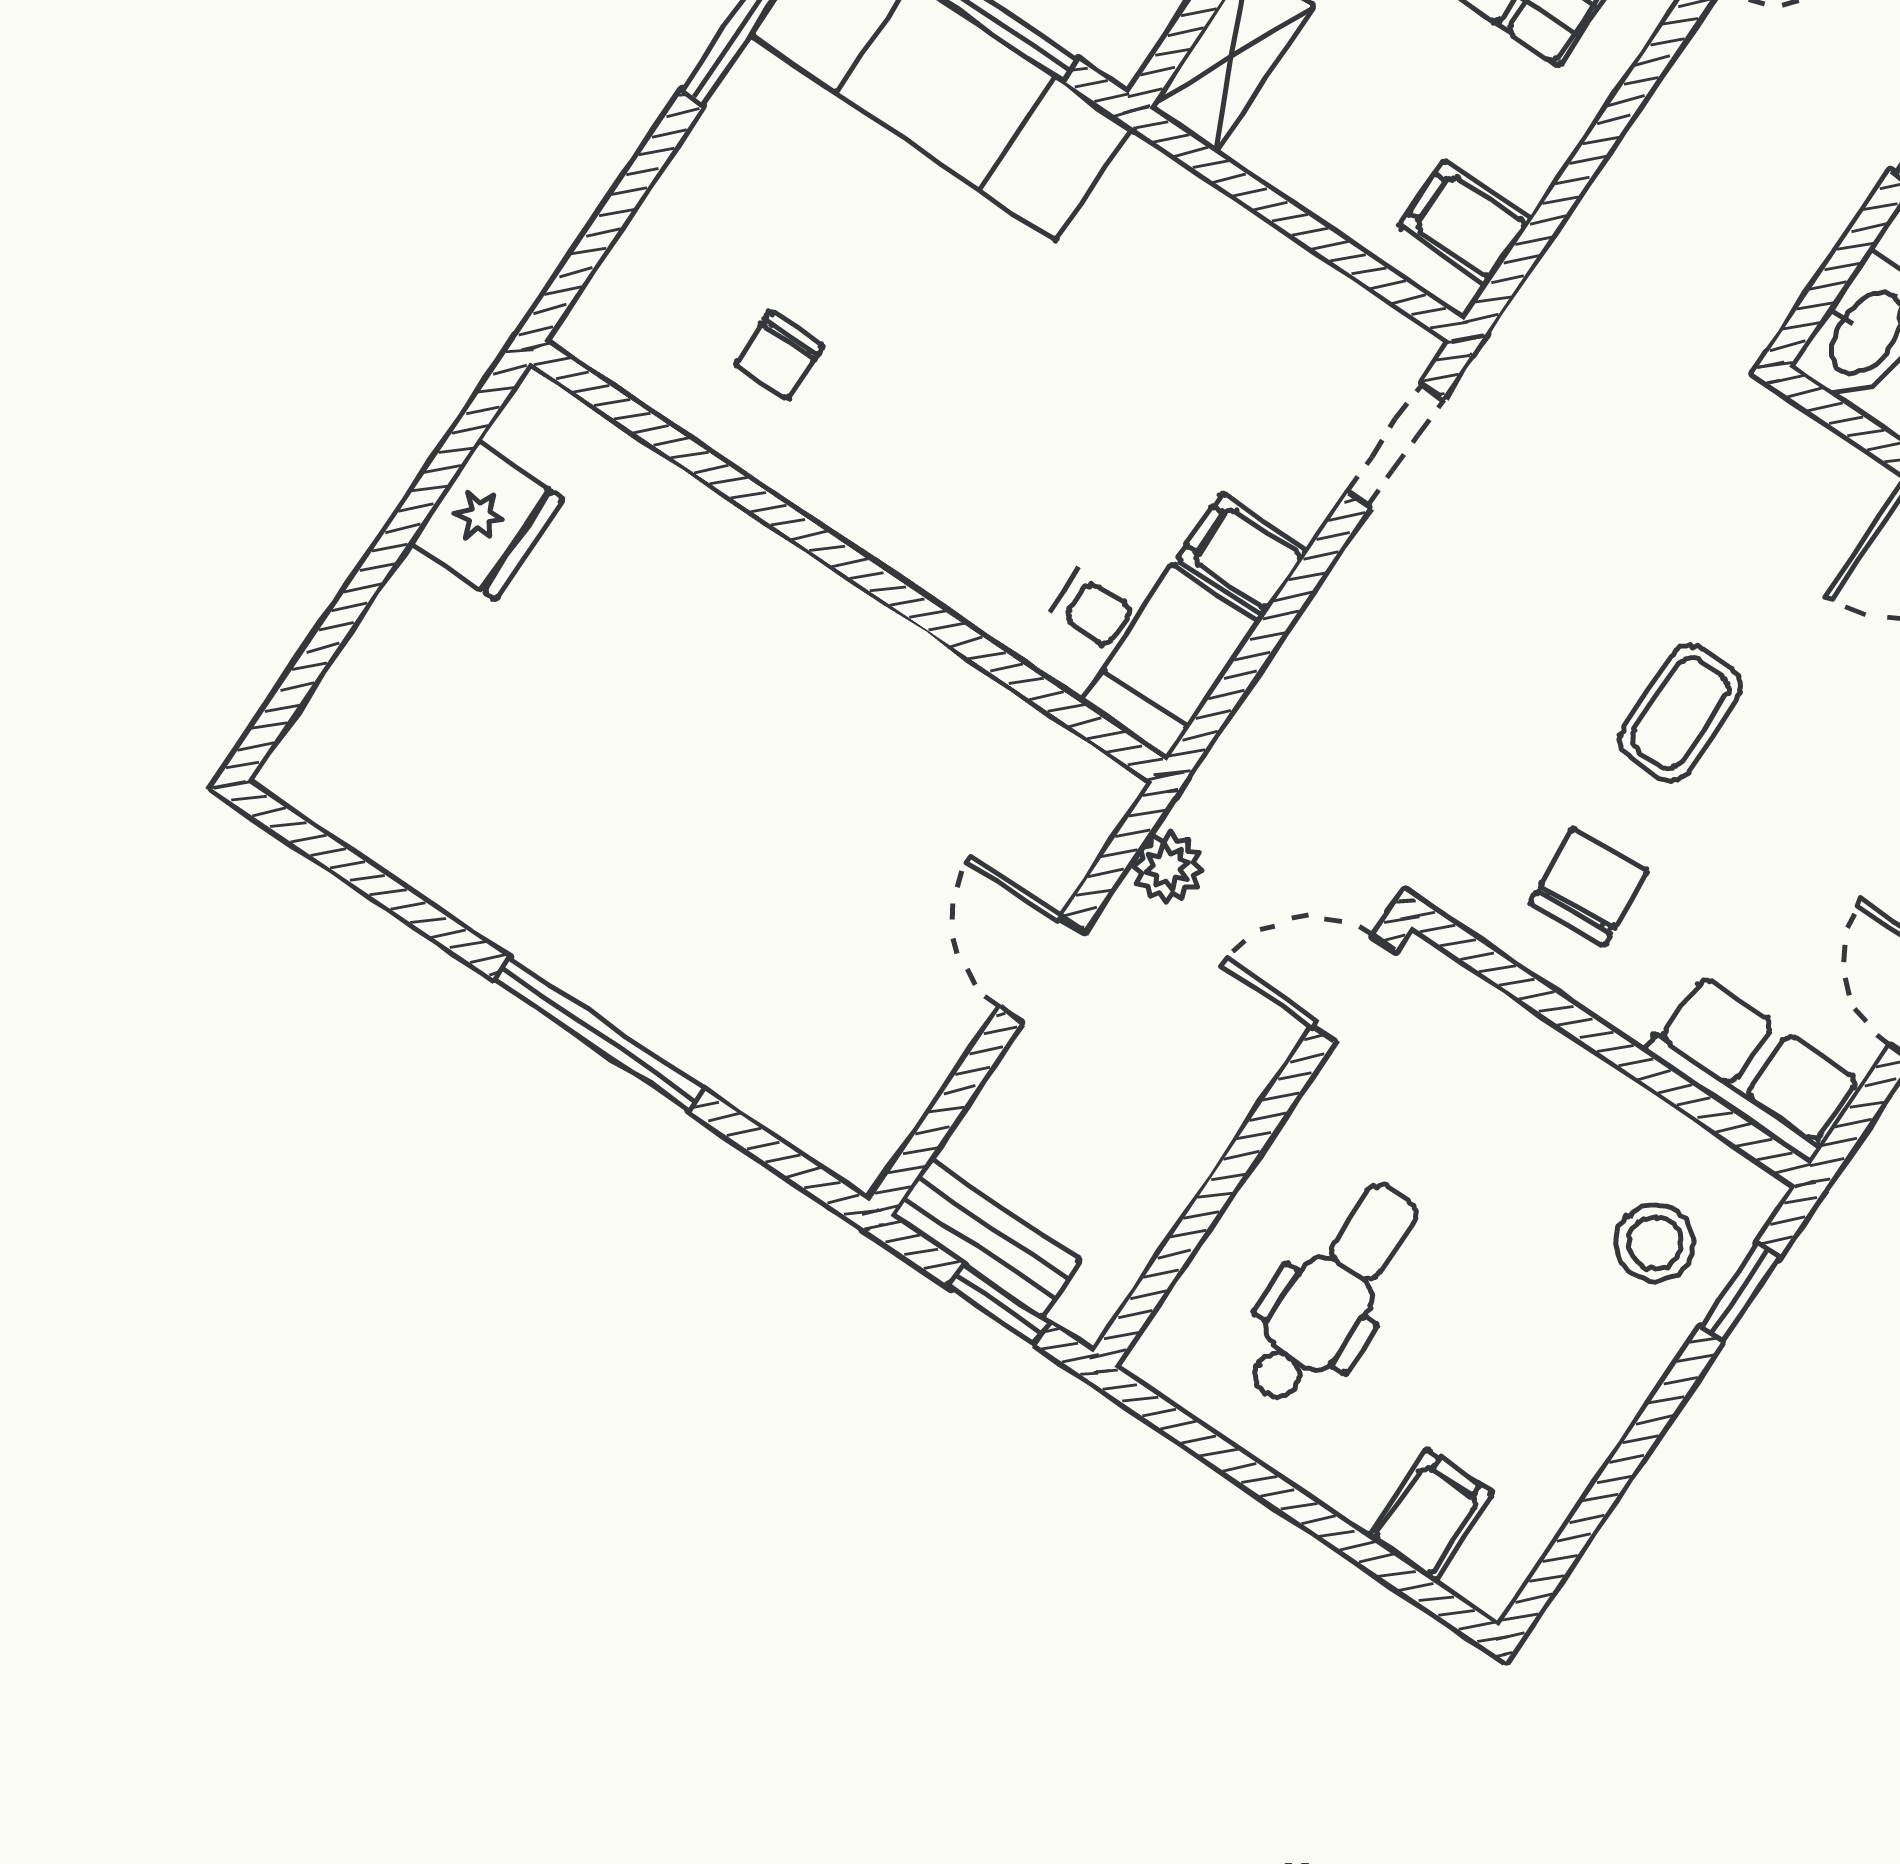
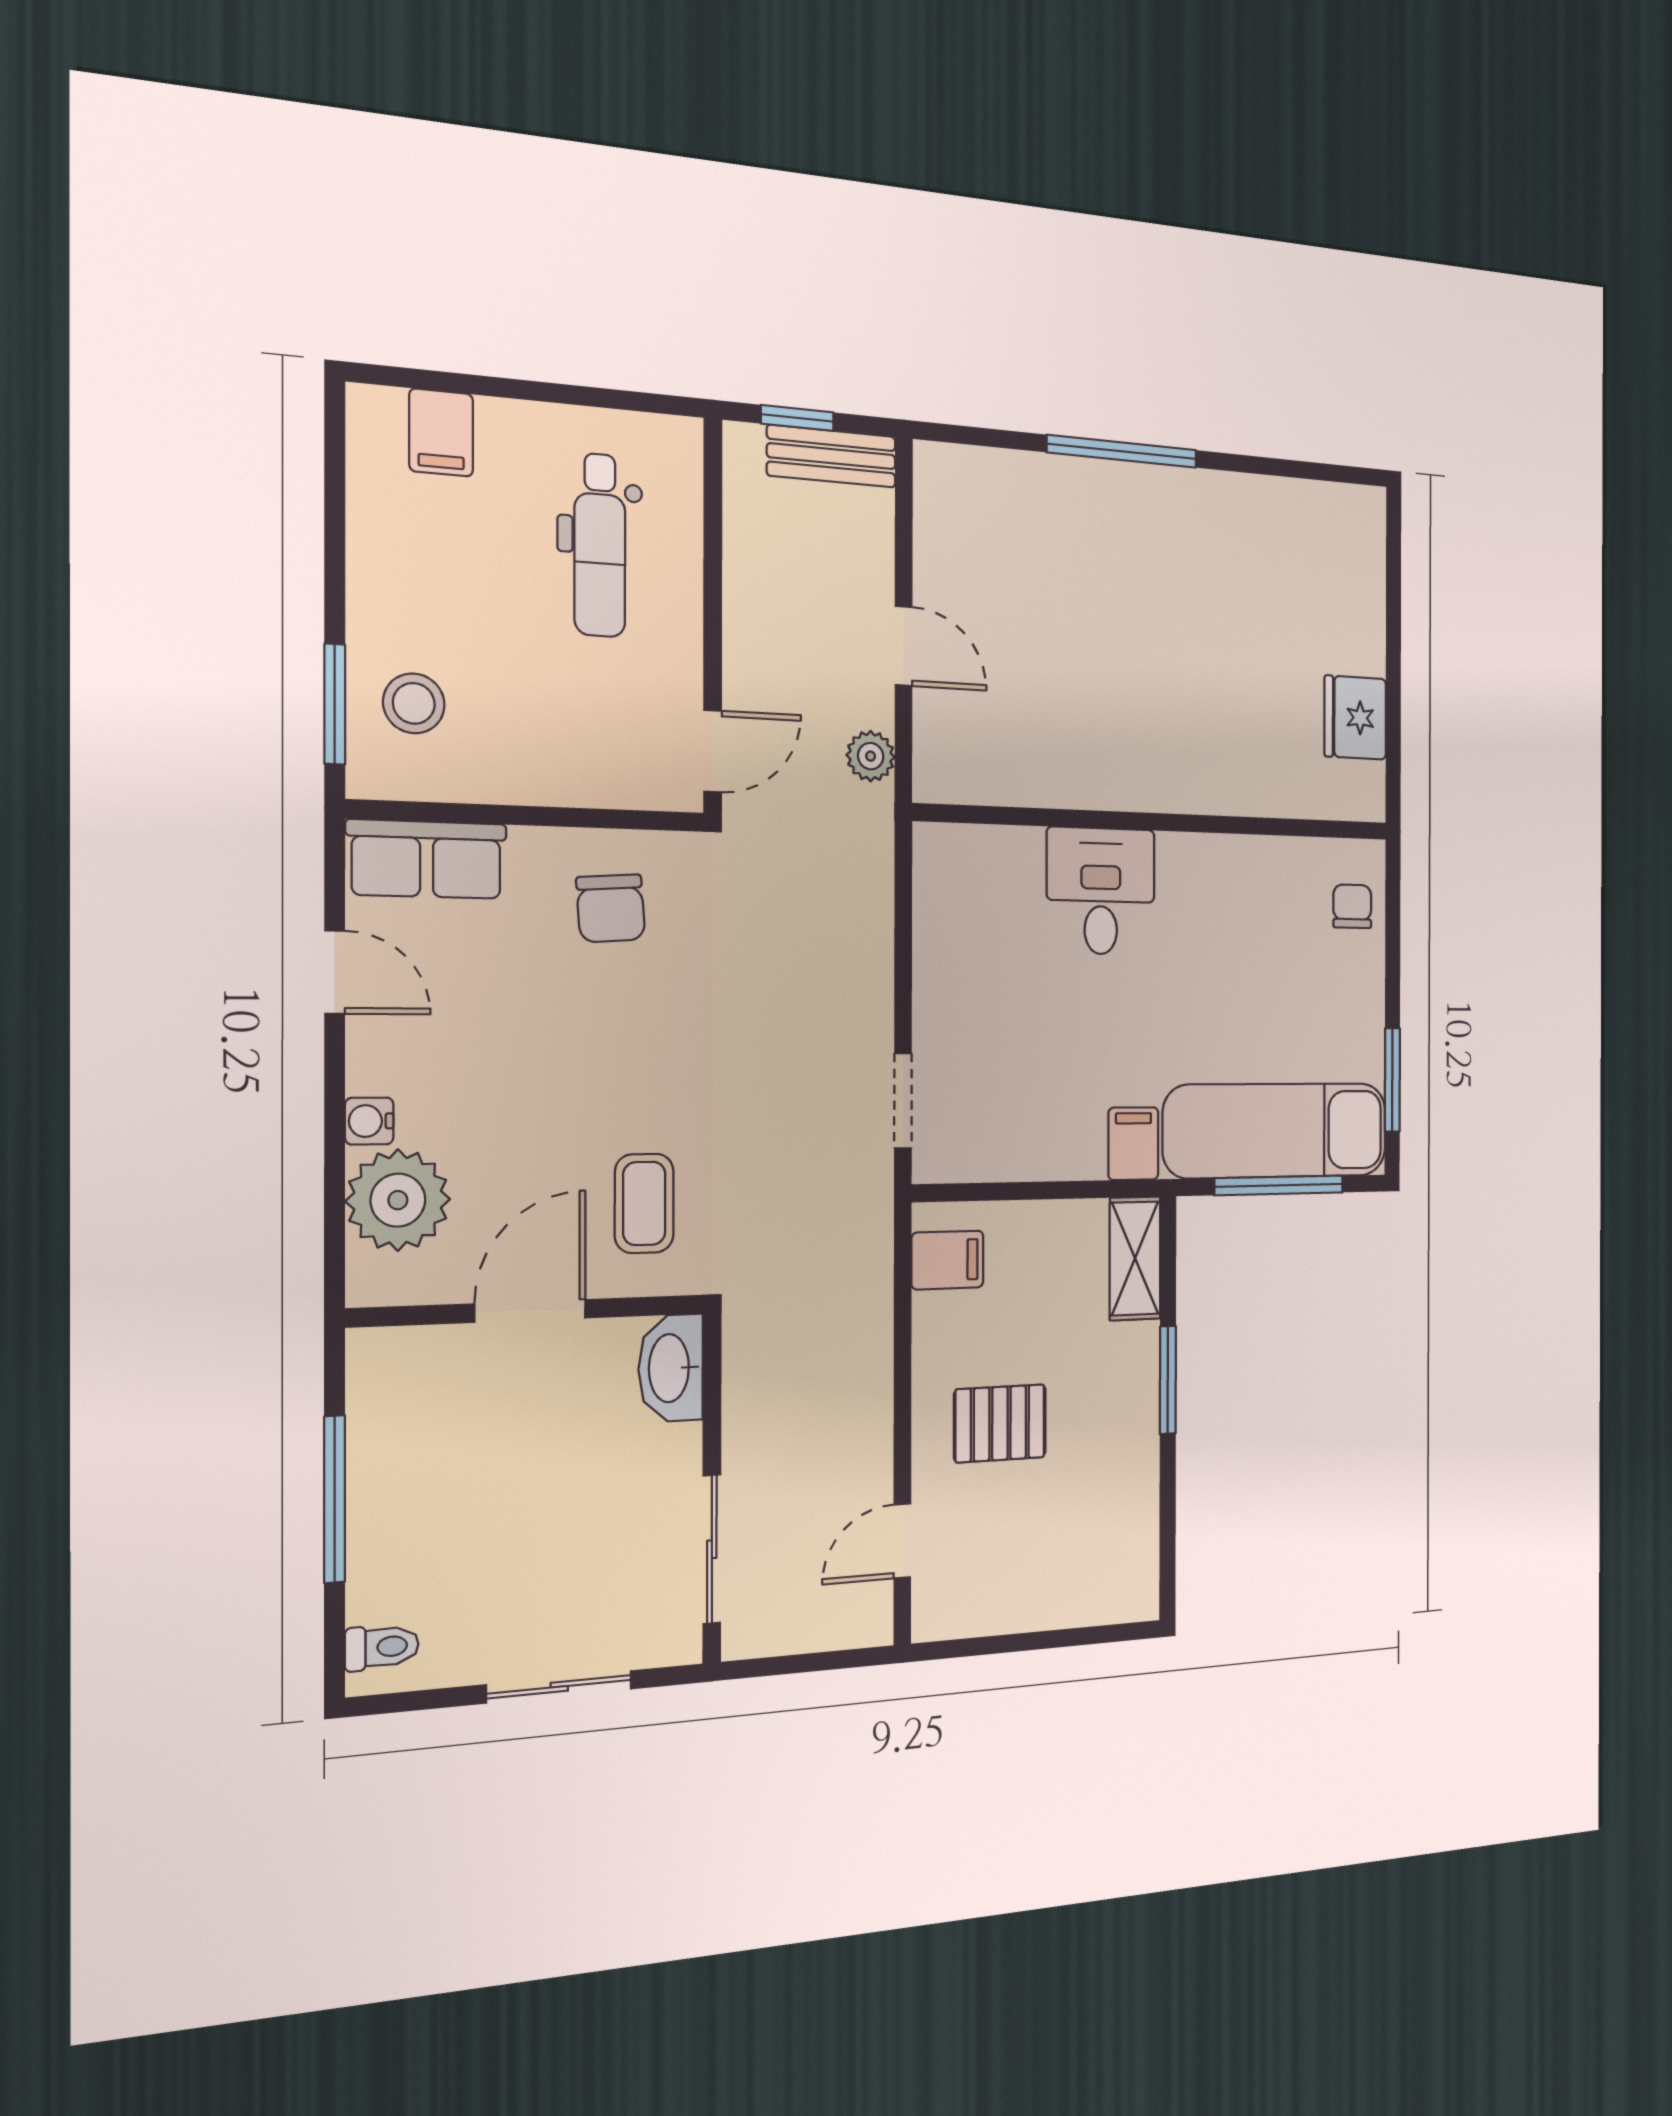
chair: (779, 355) -> (1352, 906), moved
filing cabinet: (1243, 555) -> (1133, 1144), moved, turned -90
desk: (1139, 641) -> (1101, 891), moved, turned 90
coffee table: (1680, 713) -> (644, 1203), moved
window: (1740, 1292) -> (335, 704), width x1.50

